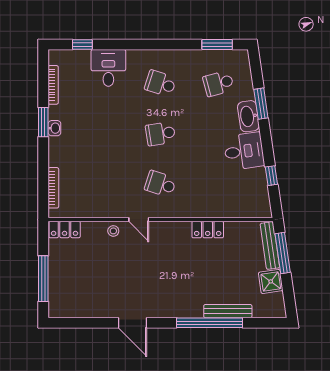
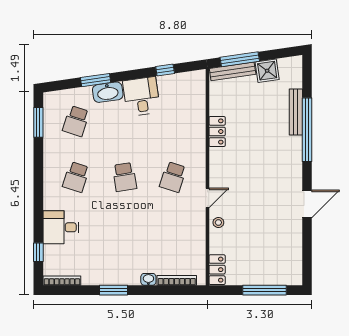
school desk: (218, 83) -> (76, 121), turned 33
bookcase: (53, 85) -> (62, 281), moved
washbasin: (54, 128) -> (148, 279), moved

